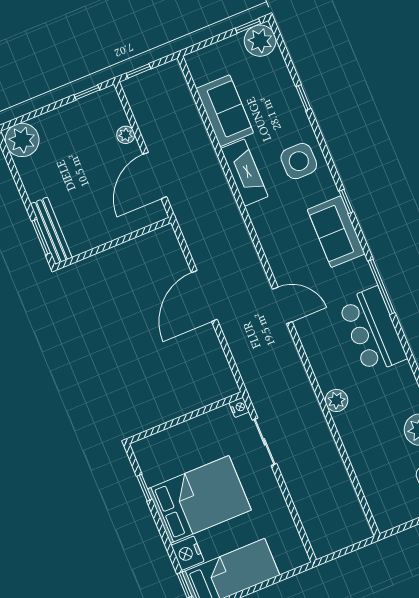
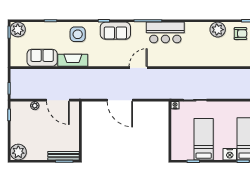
plant: (336, 400) -> (190, 61), removed
bed: (199, 499) -> (204, 139), width x0.67

